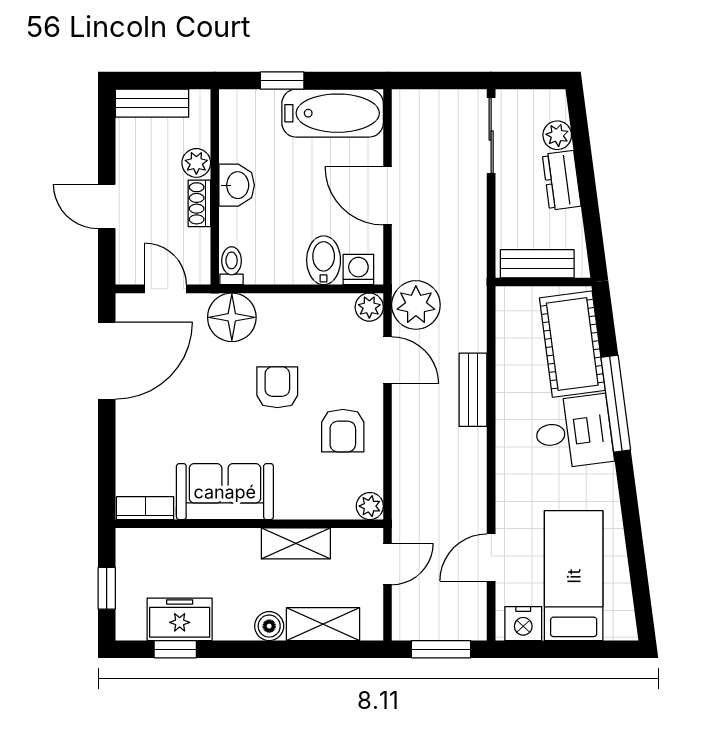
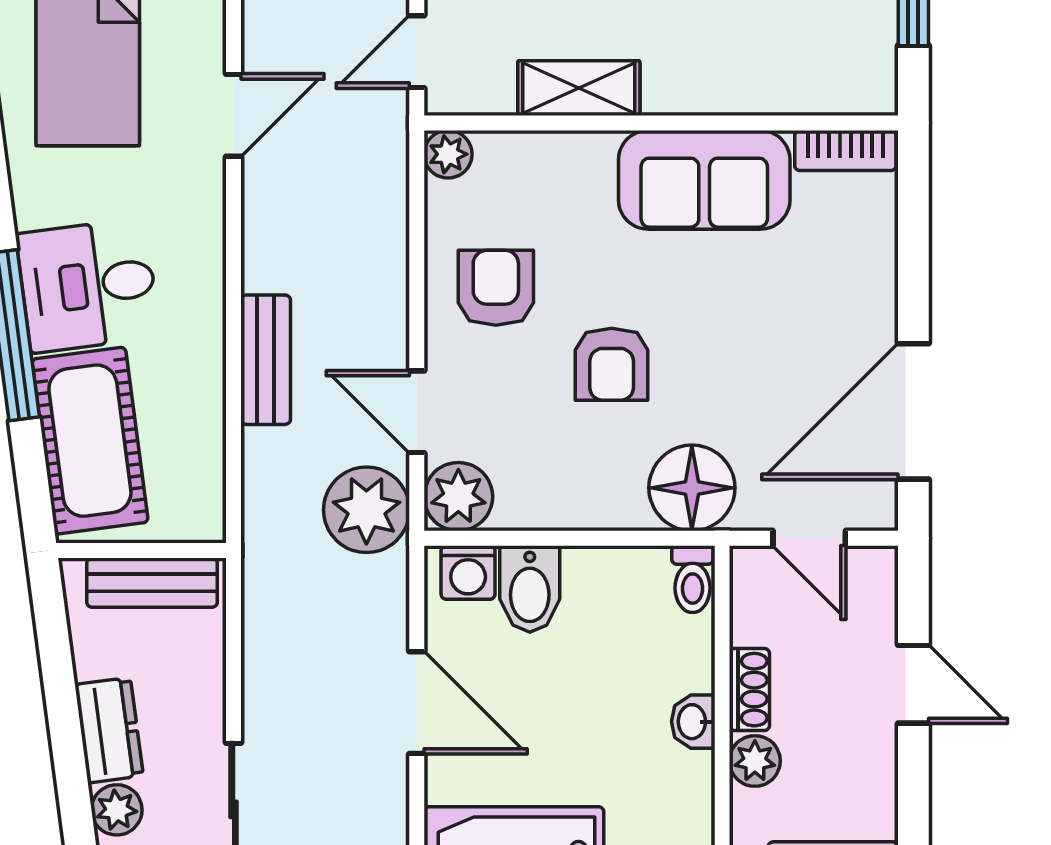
washbasin: (237, 185) -> (693, 722), width x0.72, depth x0.69
plant: (369, 307) -> (458, 497), width x1.38, depth x1.38
door: (491, 557) -> (234, 115), moved

